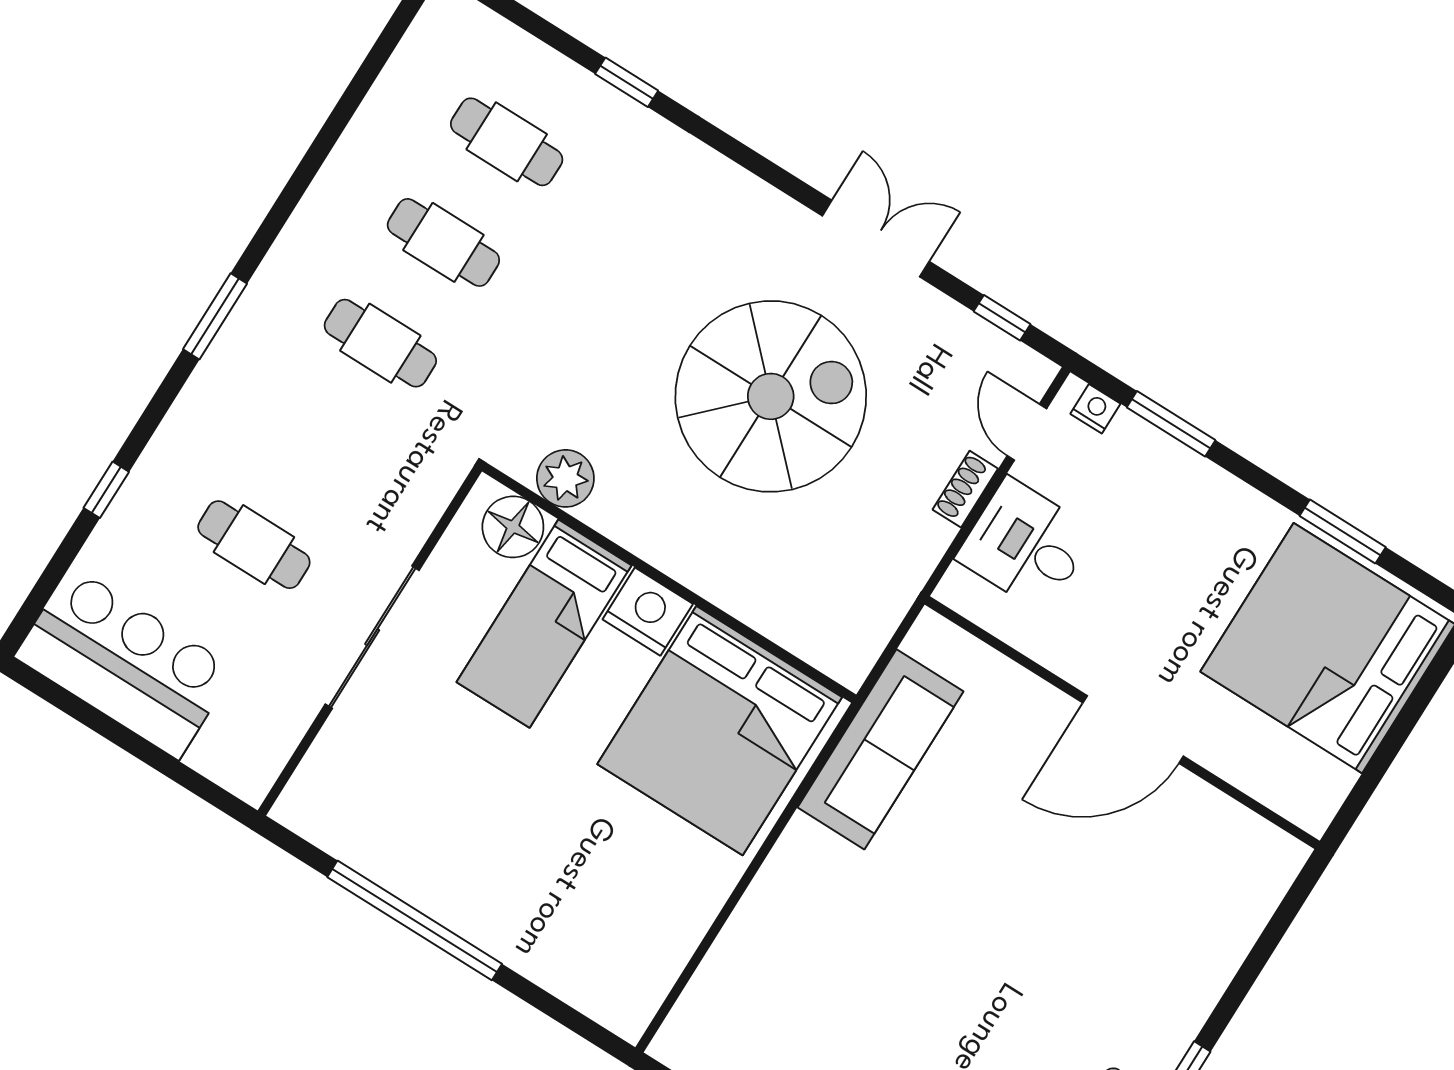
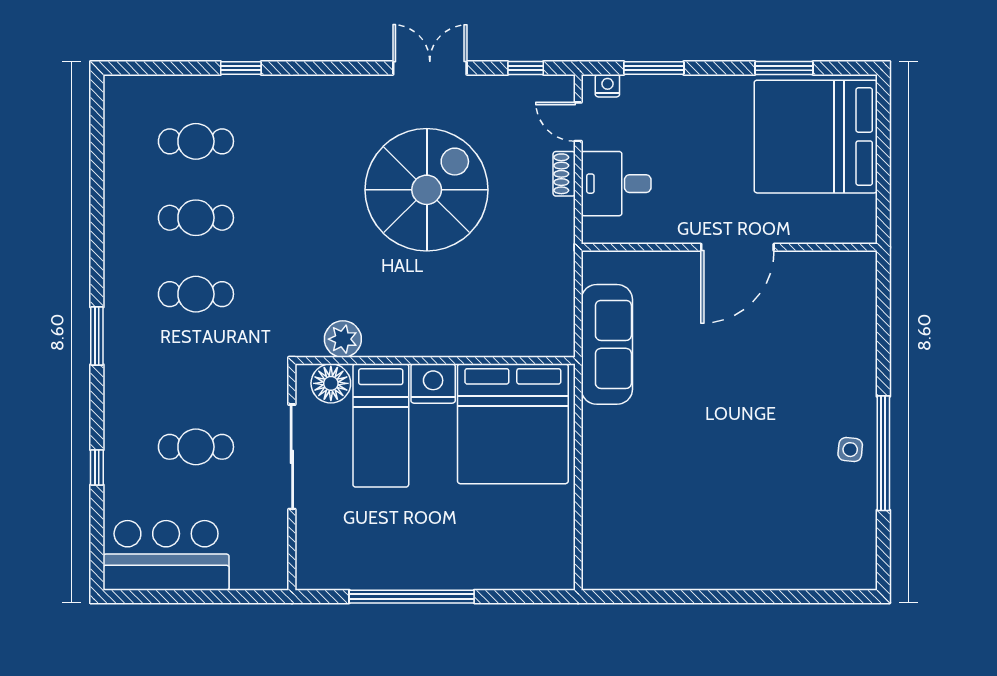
plant: (565, 478) -> (343, 339), moved
floor lamp: (513, 527) -> (331, 383), moved
wall: (669, 583) -> (435, 361), moved
nightstand: (648, 612) -> (433, 384), moved
bed: (544, 624) -> (381, 425), moved
bed: (720, 731) -> (513, 424), moved

